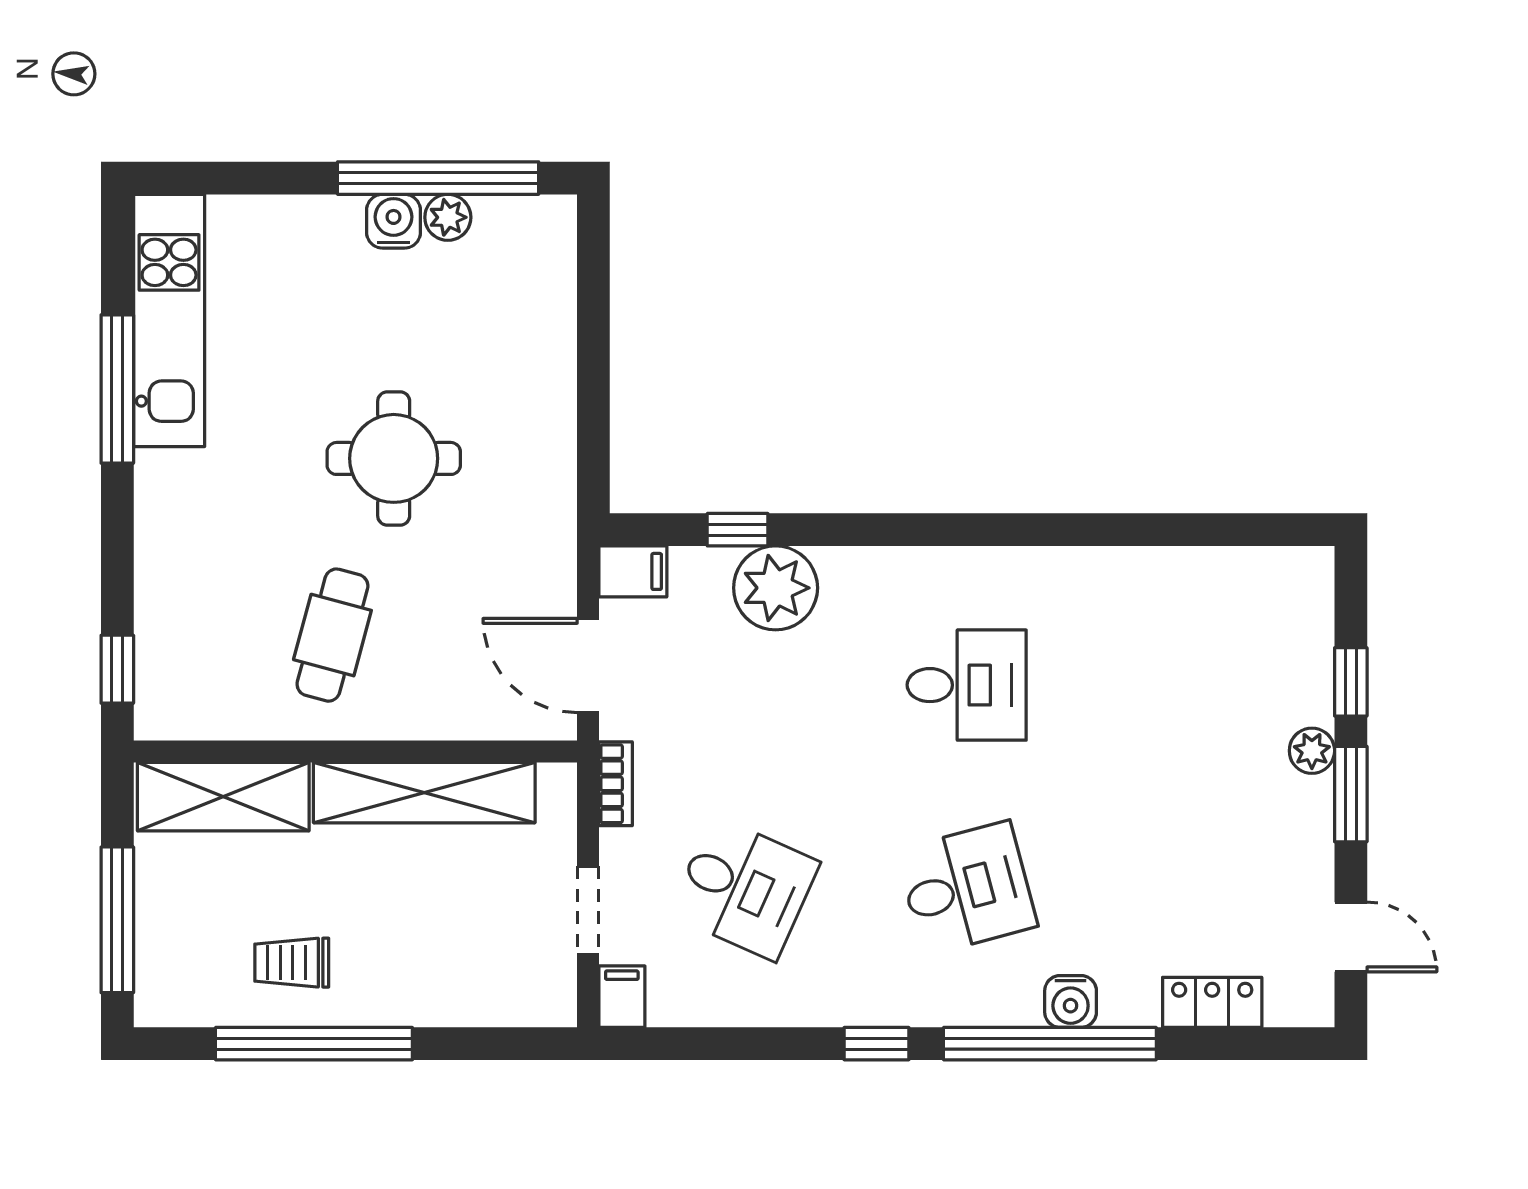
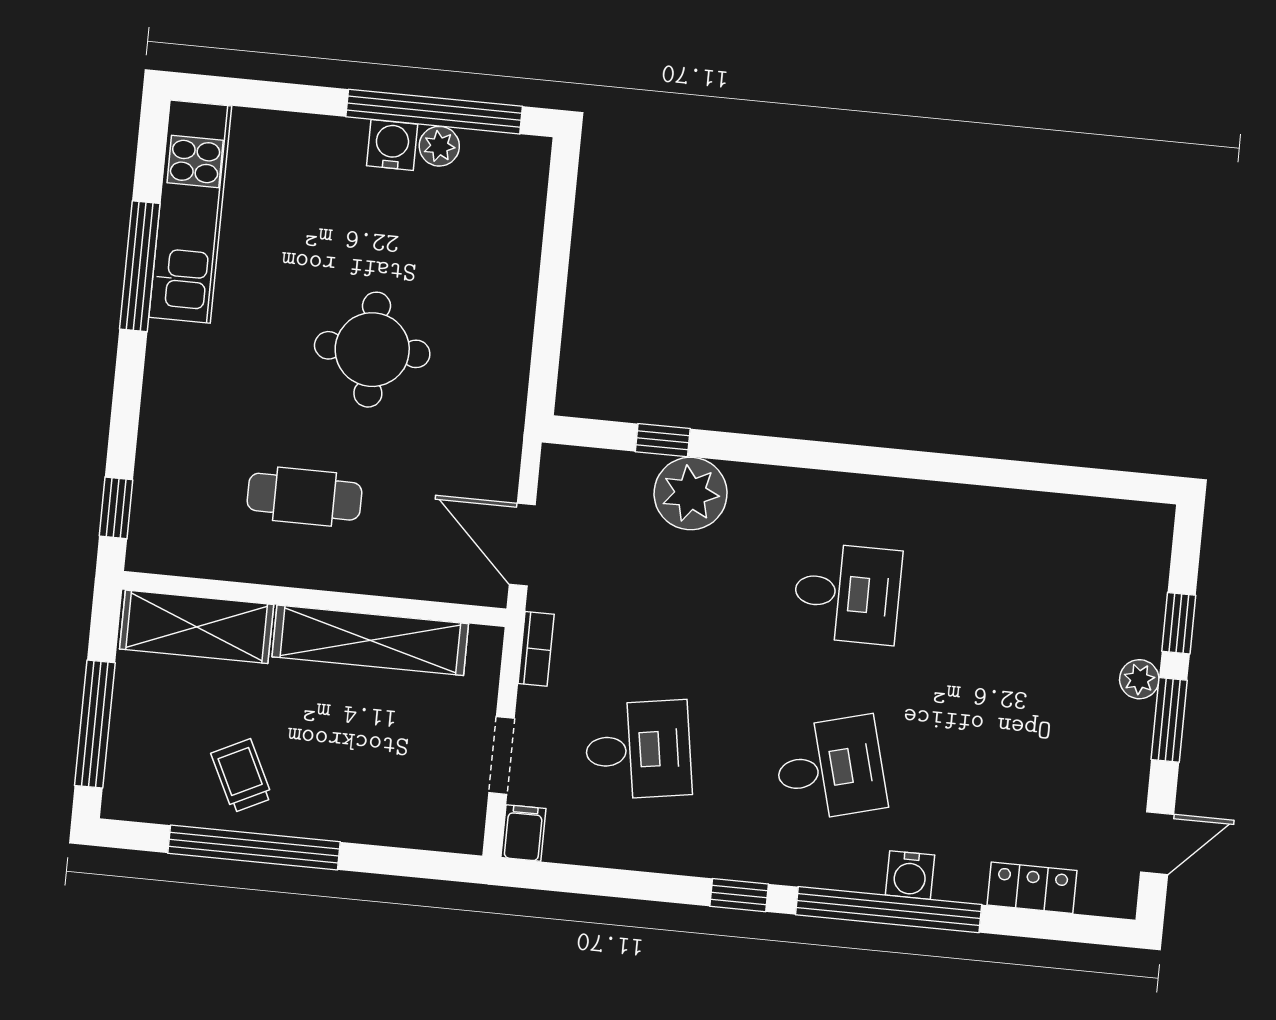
filing cabinet: (633, 571) -> (569, 467), removed
cafe table: (332, 635) -> (304, 497), turned 75
desk: (744, 888) -> (638, 750), turned -33
door: (1351, 937) -> (1157, 843), hinge flipped
trolley: (292, 963) -> (242, 776), turned 64

